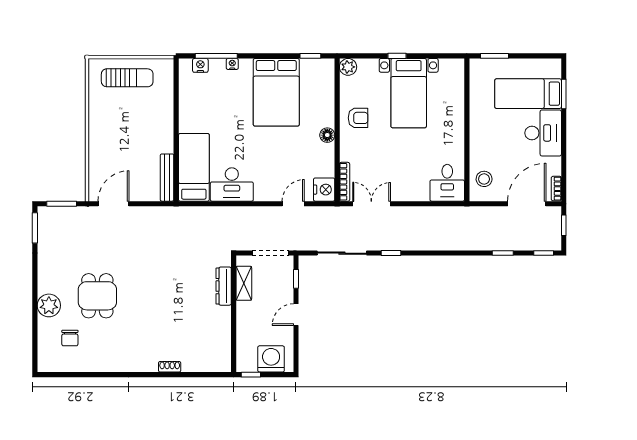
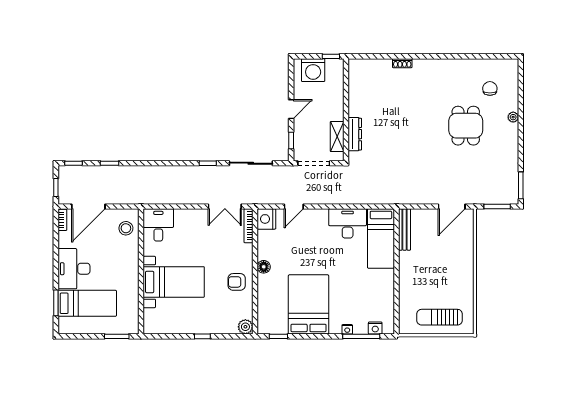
bed with nightstands: (409, 93) -> (174, 282), moved, turned 90
plant: (49, 305) -> (513, 117), width x0.53, depth x0.53

